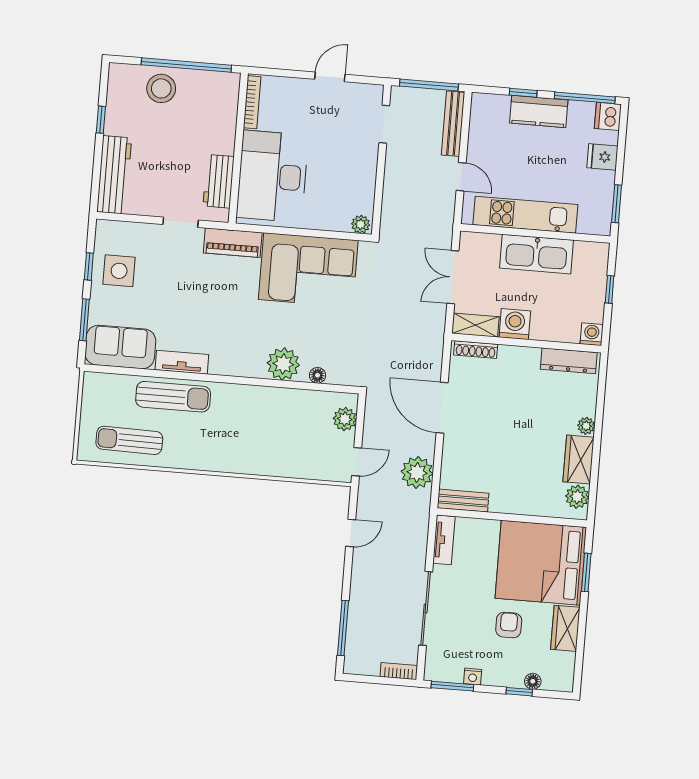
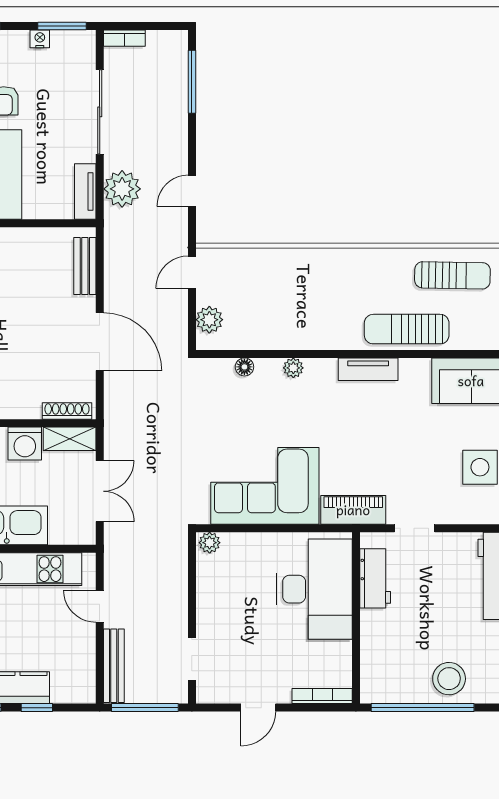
bookcase: (252, 102) -> (322, 696), moved, turned 90
tv unit: (182, 362) -> (368, 369), moved
plant: (283, 364) -> (293, 368), width x0.53, depth x0.53
plant: (417, 473) -> (122, 189), moved
bench: (463, 501) -> (85, 266), moved, turned 90

